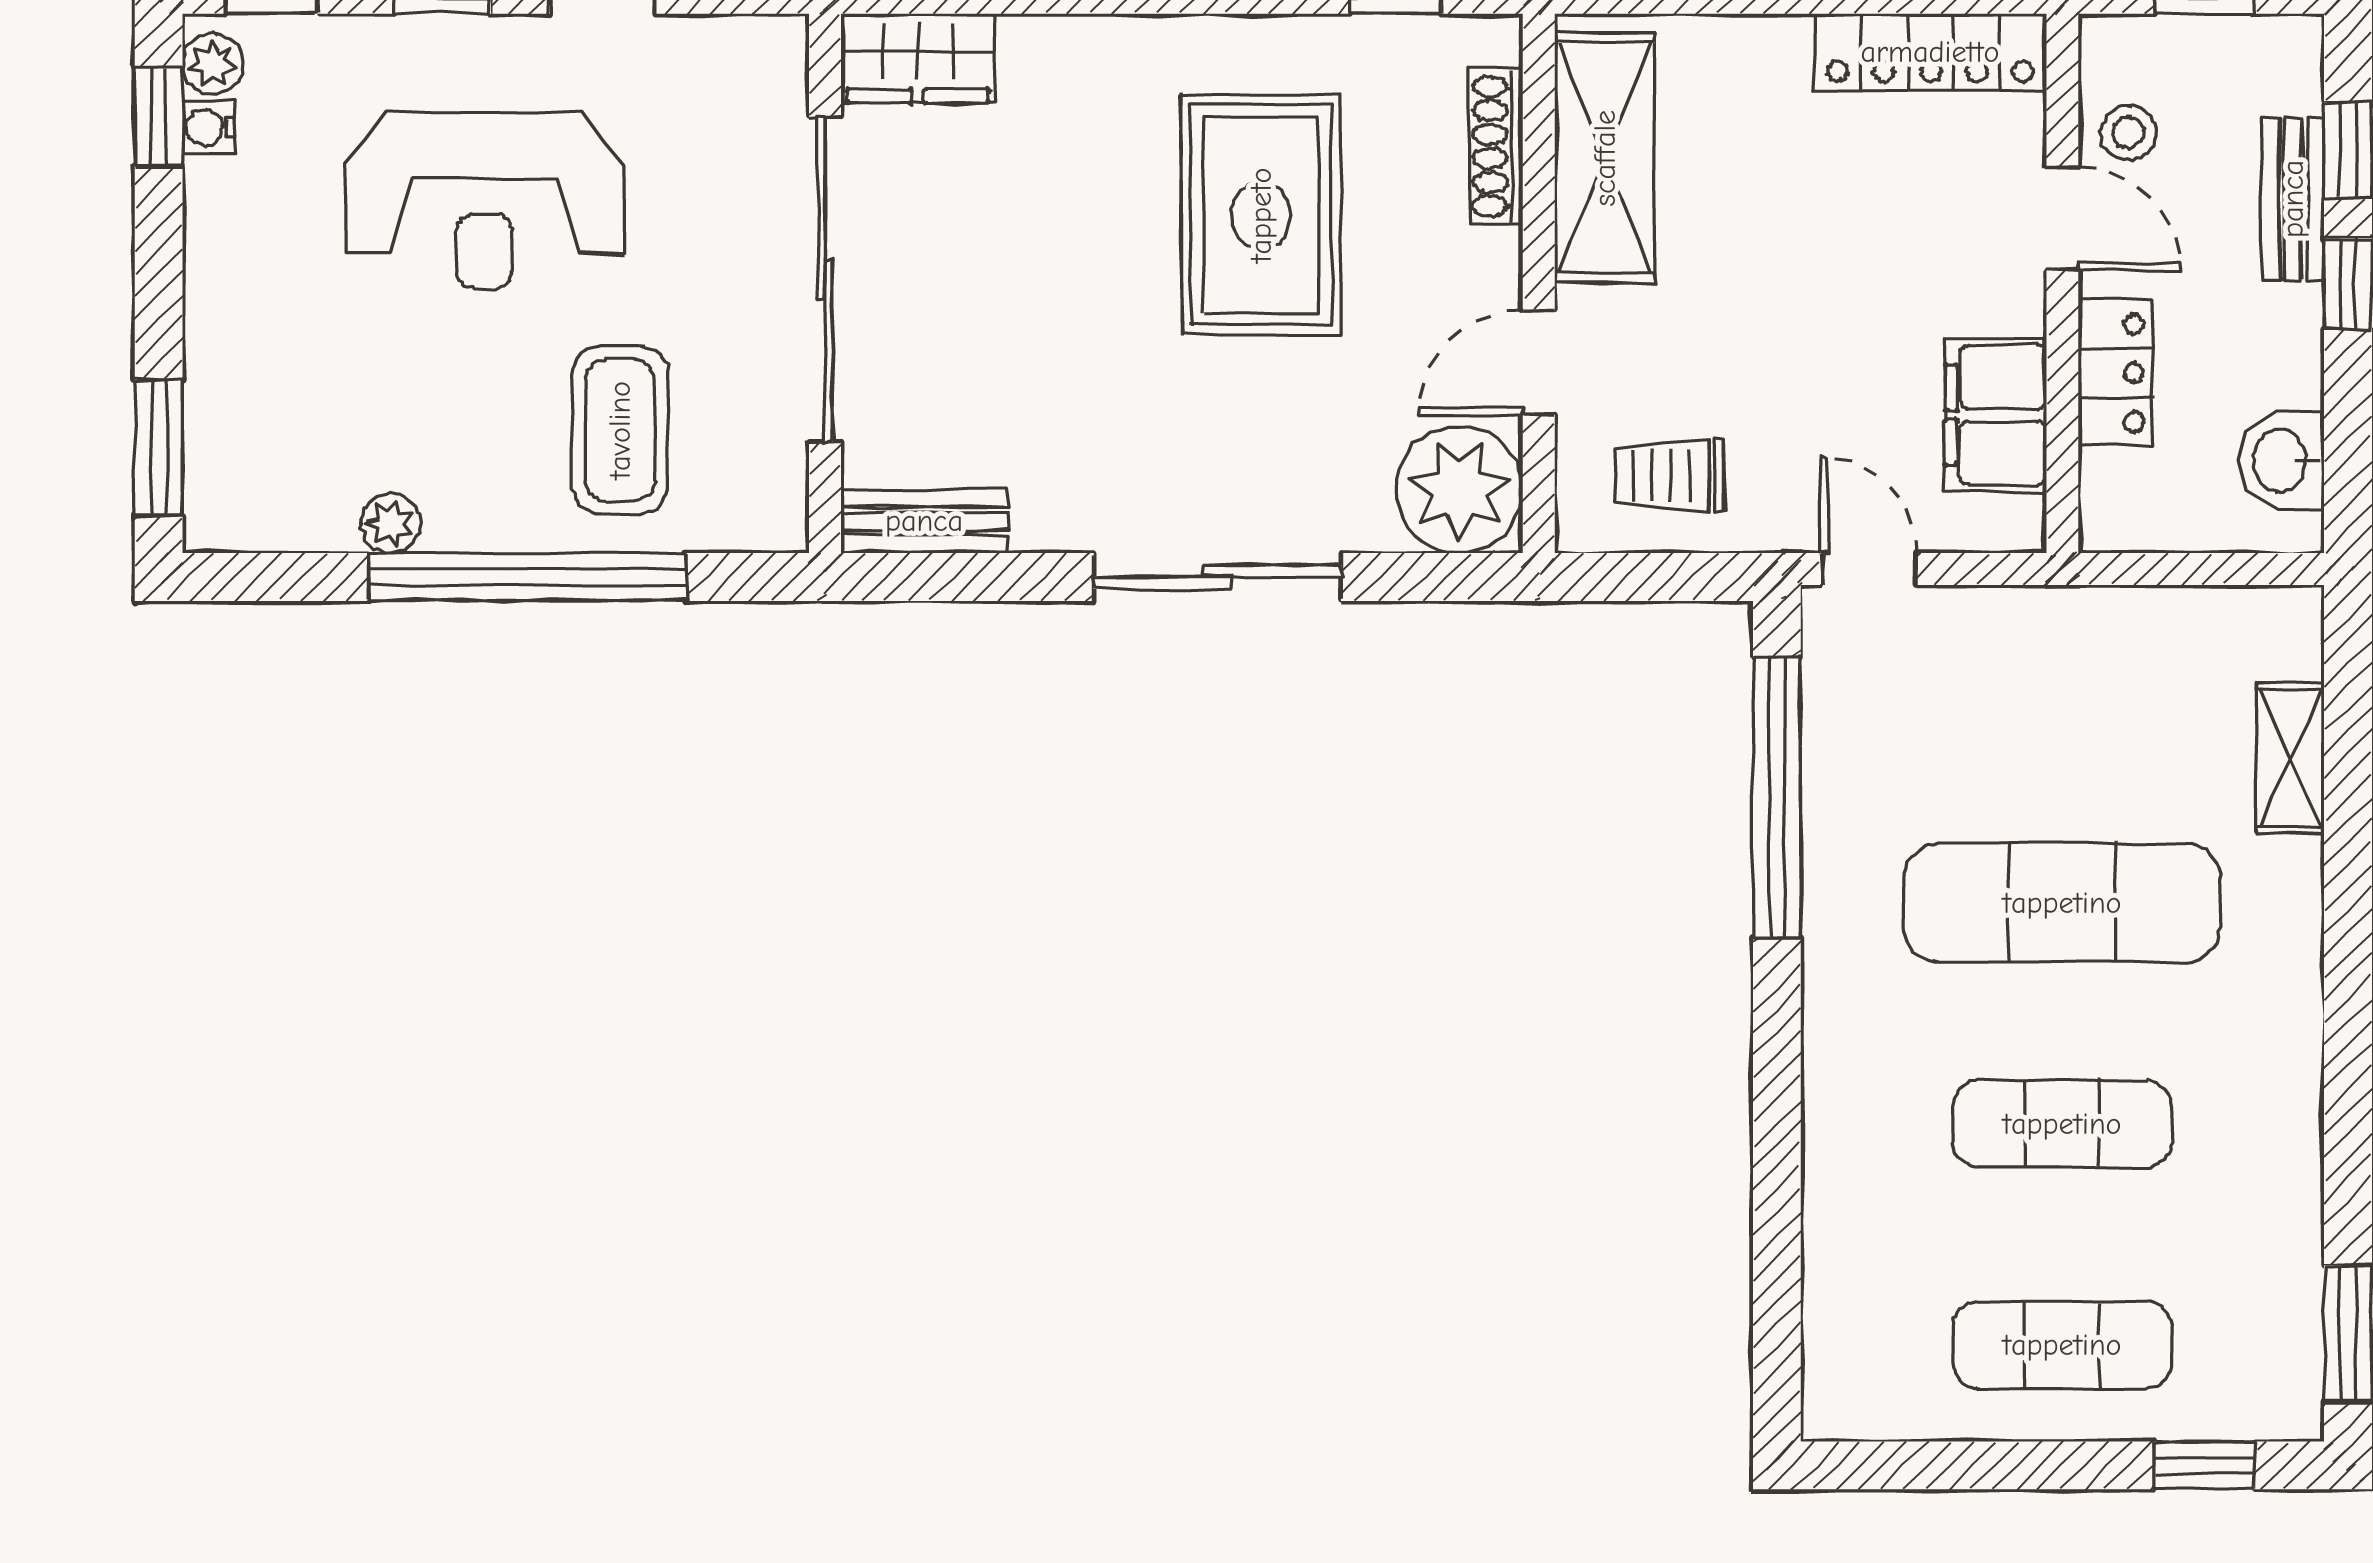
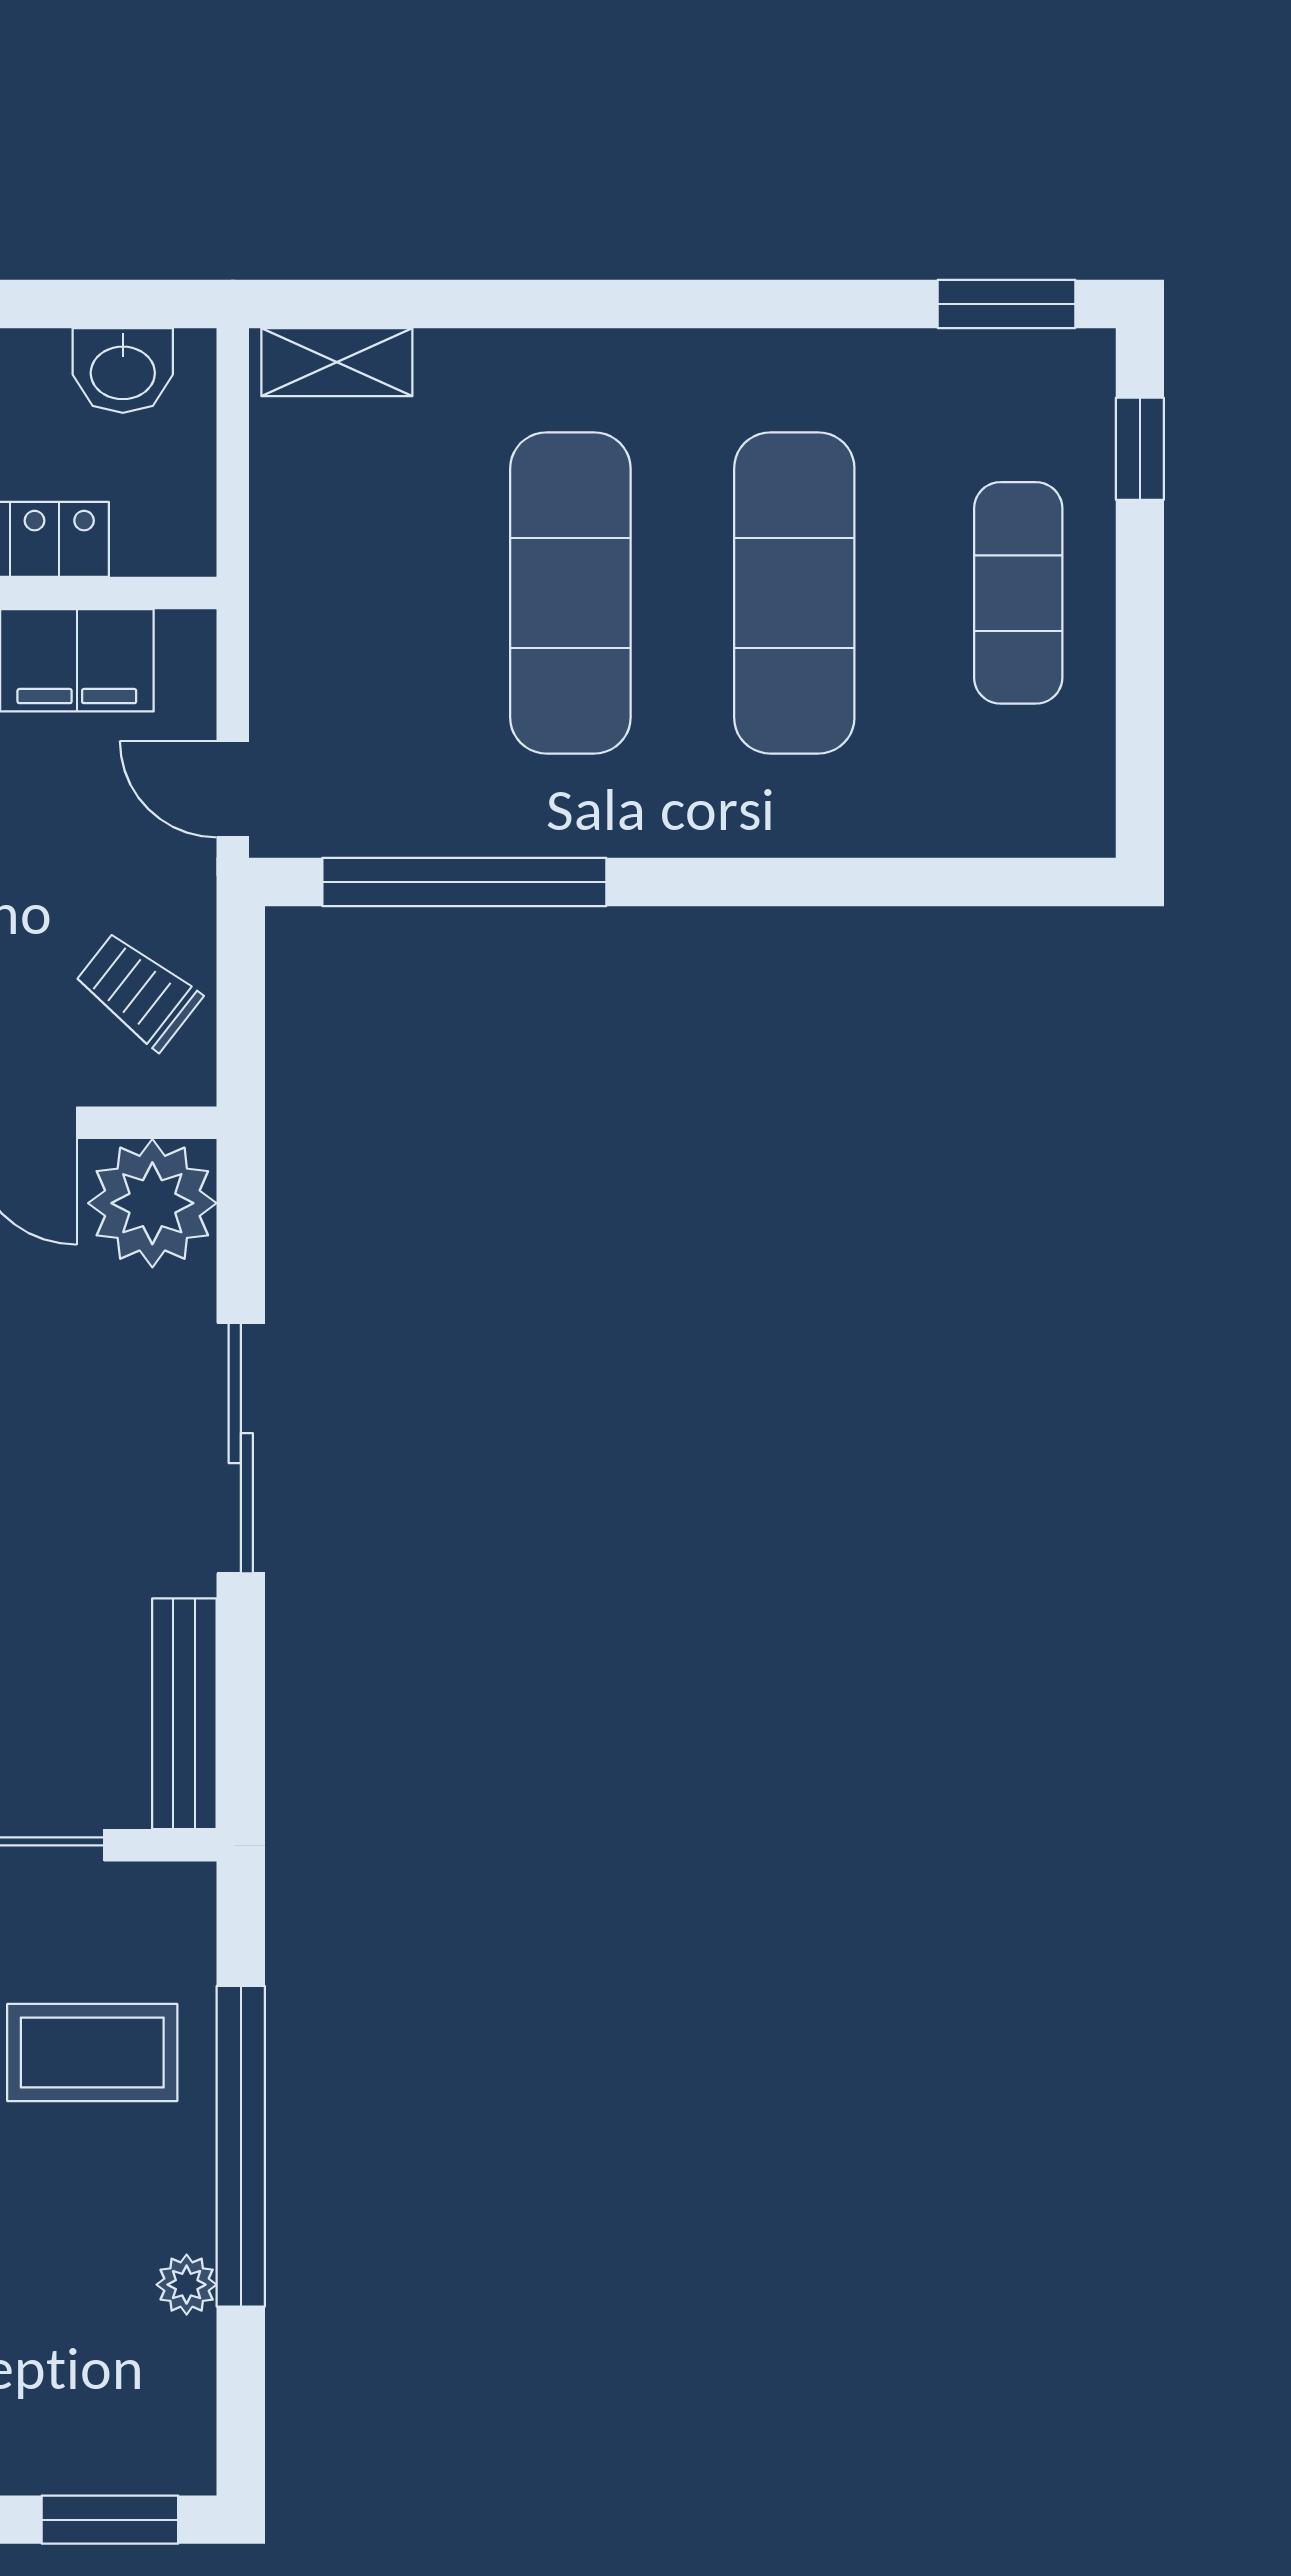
trolley: (1669, 475) -> (138, 991), turned 128
bench: (924, 521) -> (184, 1714), width x1.36
door: (1869, 569) -> (233, 789), hinge flipped
shelving: (2291, 758) -> (337, 362), moved
exercise mat: (2062, 1124) -> (794, 593), width x1.36, depth x1.45

